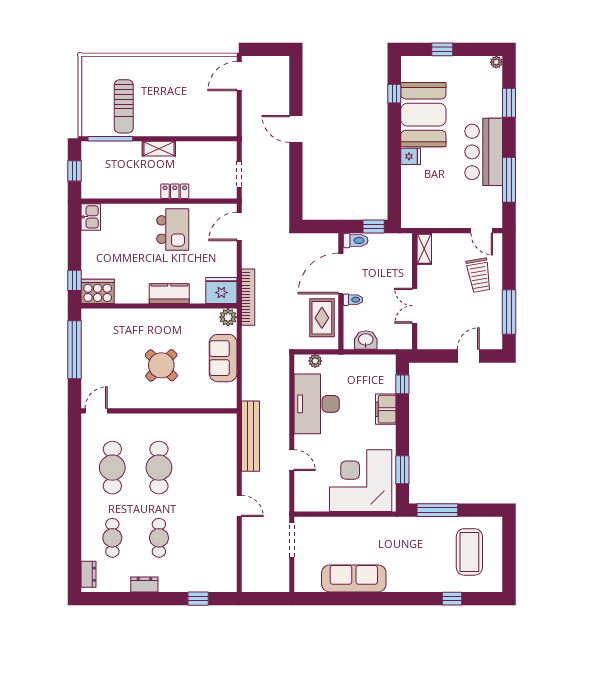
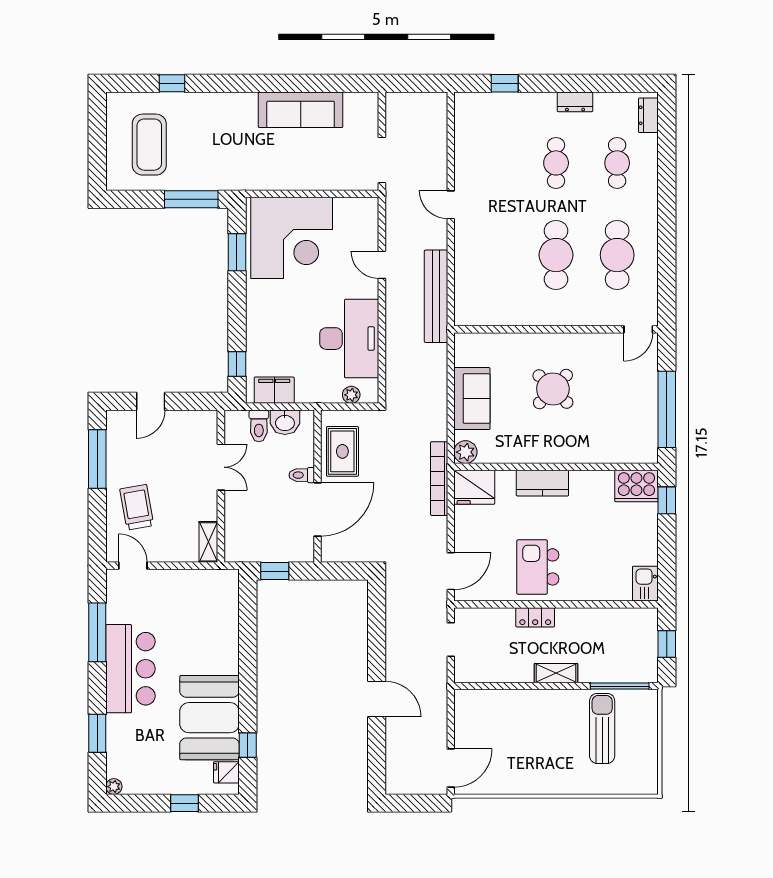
fridge: (411, 156) -> (226, 772), moved
toilet: (356, 240) -> (259, 426), moved, turned -90
filing cabinet: (386, 409) -> (274, 390), moved, turned -90

